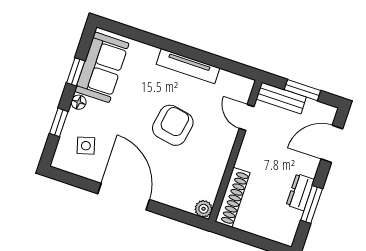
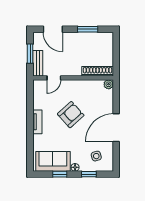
tv unit: (188, 66) -> (37, 122), width x0.71
armchair: (173, 125) -> (71, 115), turned 128
dresser: (300, 192) -> (83, 37), removed

